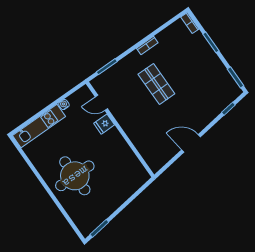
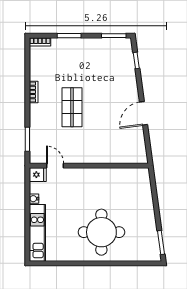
shop shelf: (156, 84) -> (72, 107), turned 90
door: (101, 103) -> (55, 166), swing flipped
fridge: (104, 124) -> (38, 175), moved, turned -90

